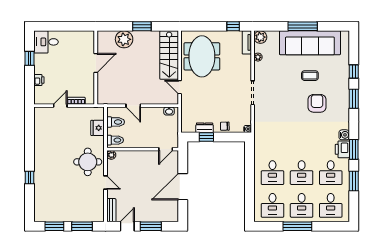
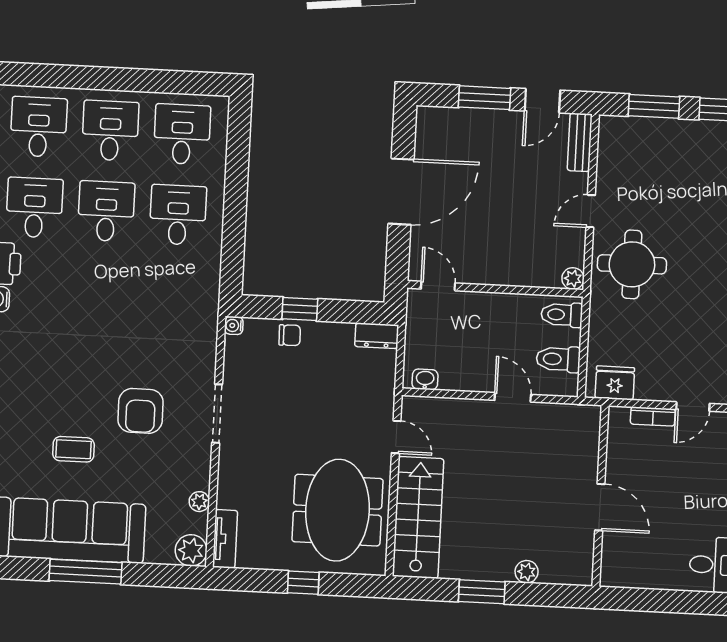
window: (233, 26) -> (303, 583), moved
plant: (124, 39) -> (527, 572), width x0.53, depth x0.53
door: (96, 63) -> (600, 507), swing flipped
armchair: (317, 103) -> (141, 411), moved
fridge: (98, 128) -> (615, 383), moved, turned -90
dresser: (205, 128) -> (377, 336), moved
window: (206, 137) -> (300, 309), moved
door: (166, 149) -> (438, 286), hinge flipped
door: (106, 183) -> (591, 211), hinge flipped
window: (297, 226) -> (123, 79), removed

